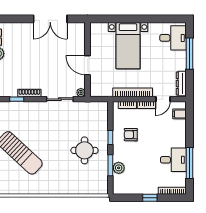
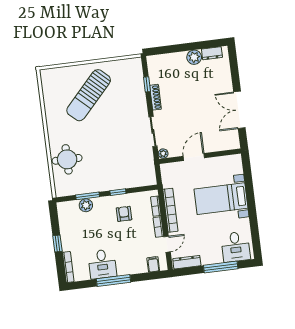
door: (163, 99) -> (167, 244), swing flipped
round table: (84, 150) -> (67, 159), moved
window: (190, 163) -> (114, 281), moved

